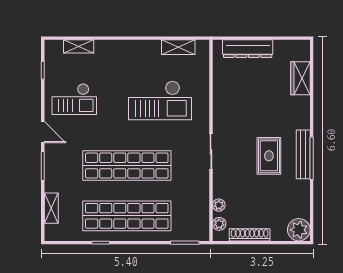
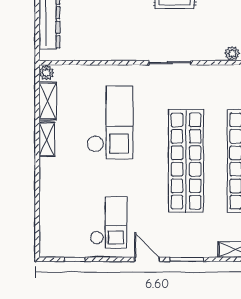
shelving: (79, 46) -> (47, 139), moved
plant: (202, 46) -> (46, 73), added
door: (43, 132) -> (147, 259), hinge flipped

